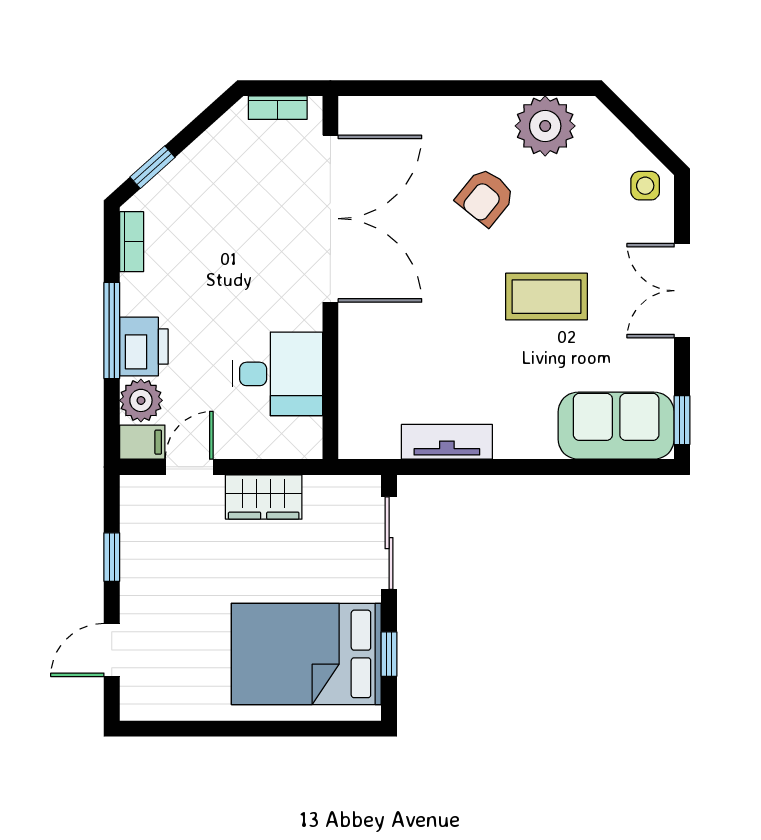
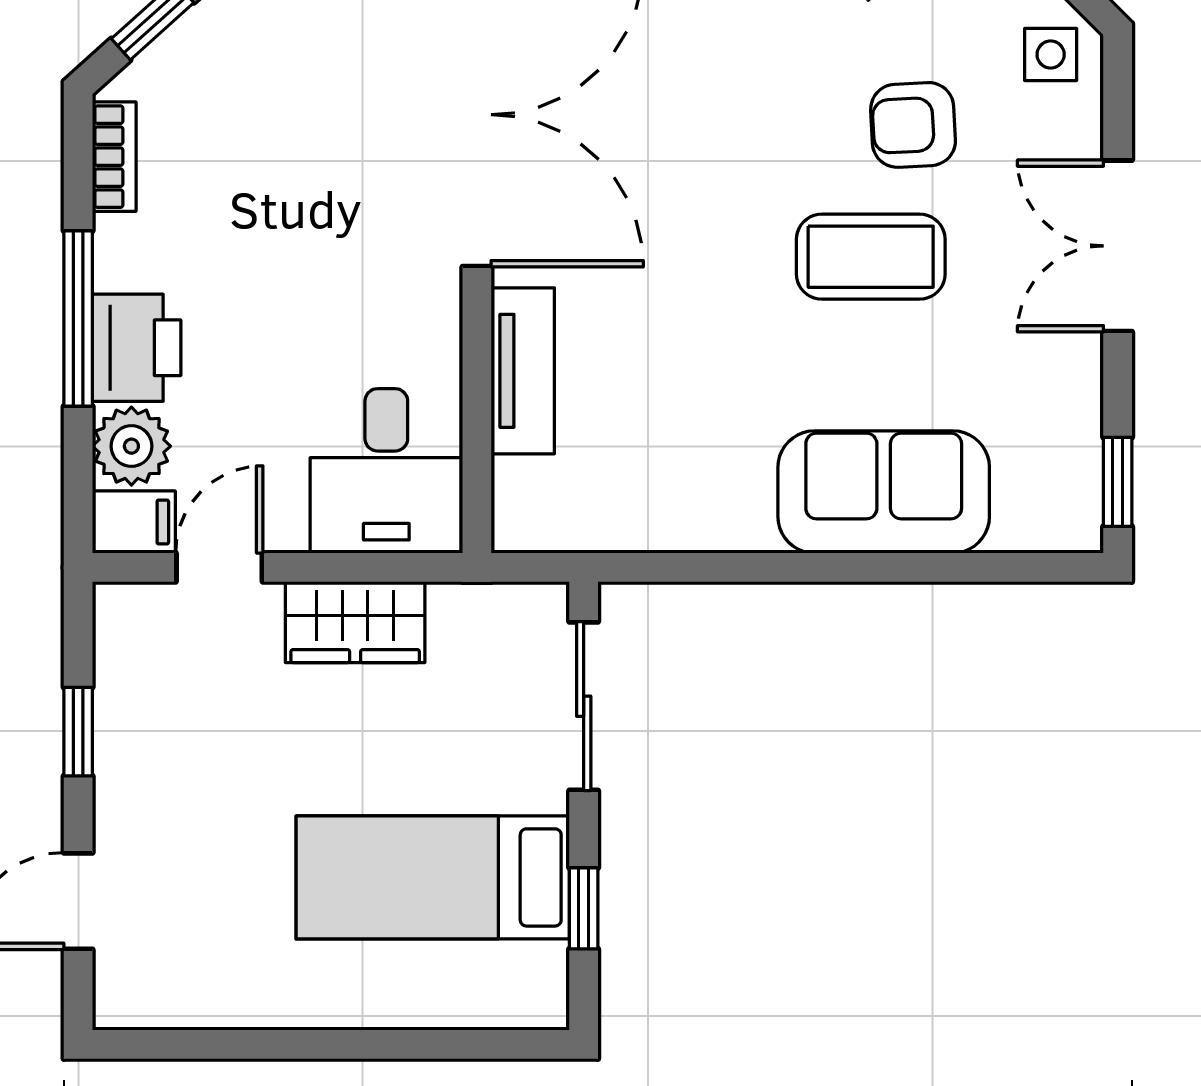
armchair: (485, 197) -> (913, 125), moved, turned 48
desk: (278, 374) -> (386, 471), moved, turned 90
sofa: (616, 426) -> (884, 492), moved
tv unit: (447, 442) -> (523, 371), moved, turned 90
bed: (306, 654) -> (433, 877), width x0.67

